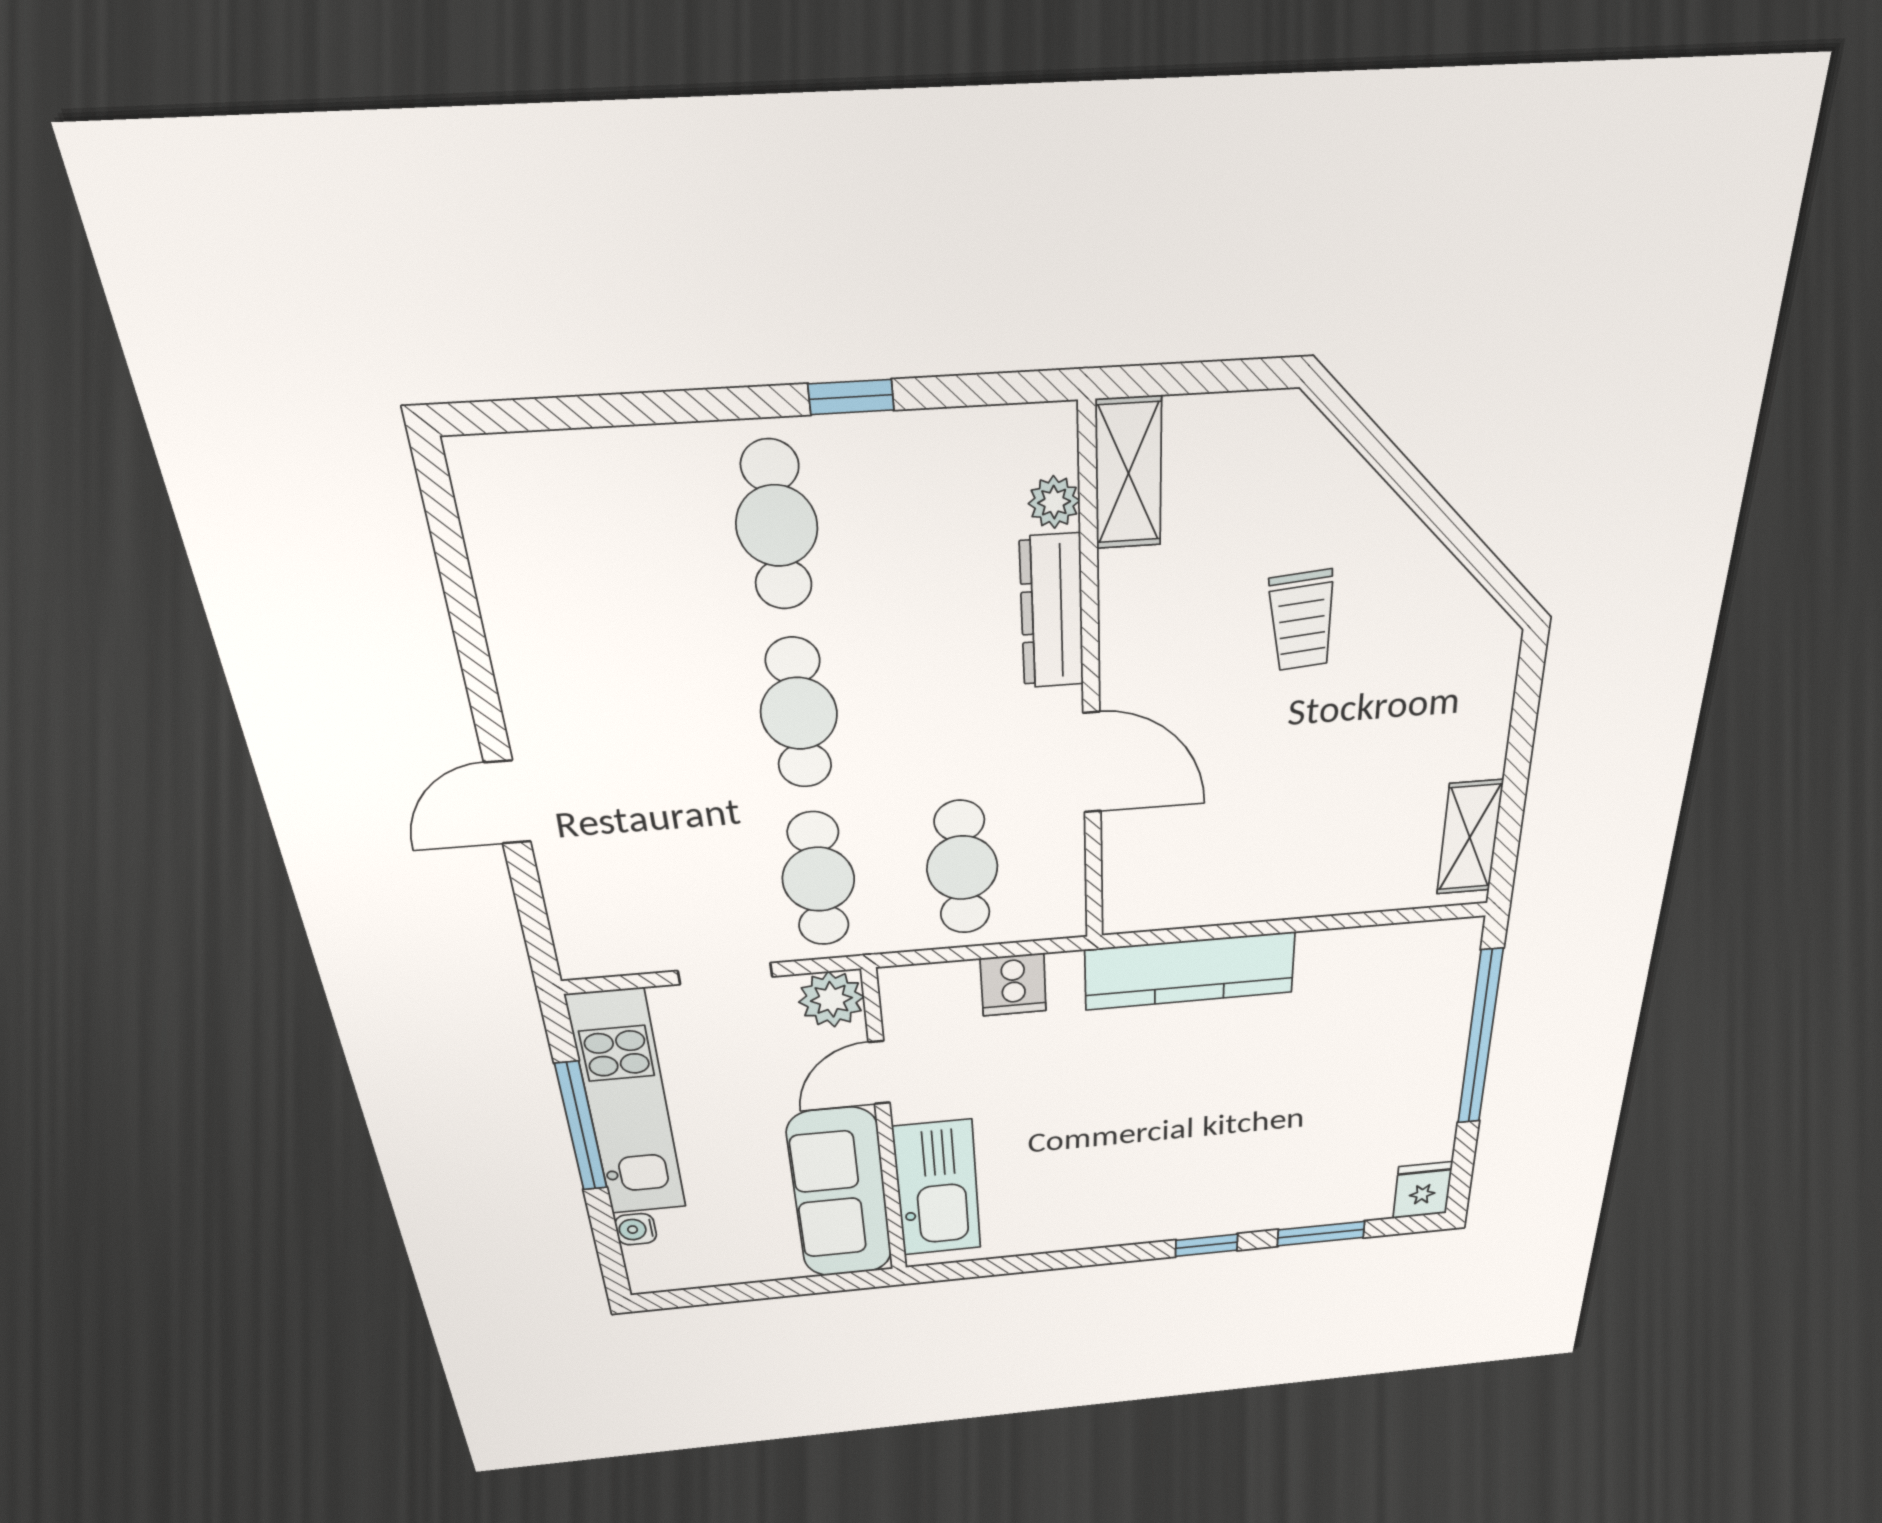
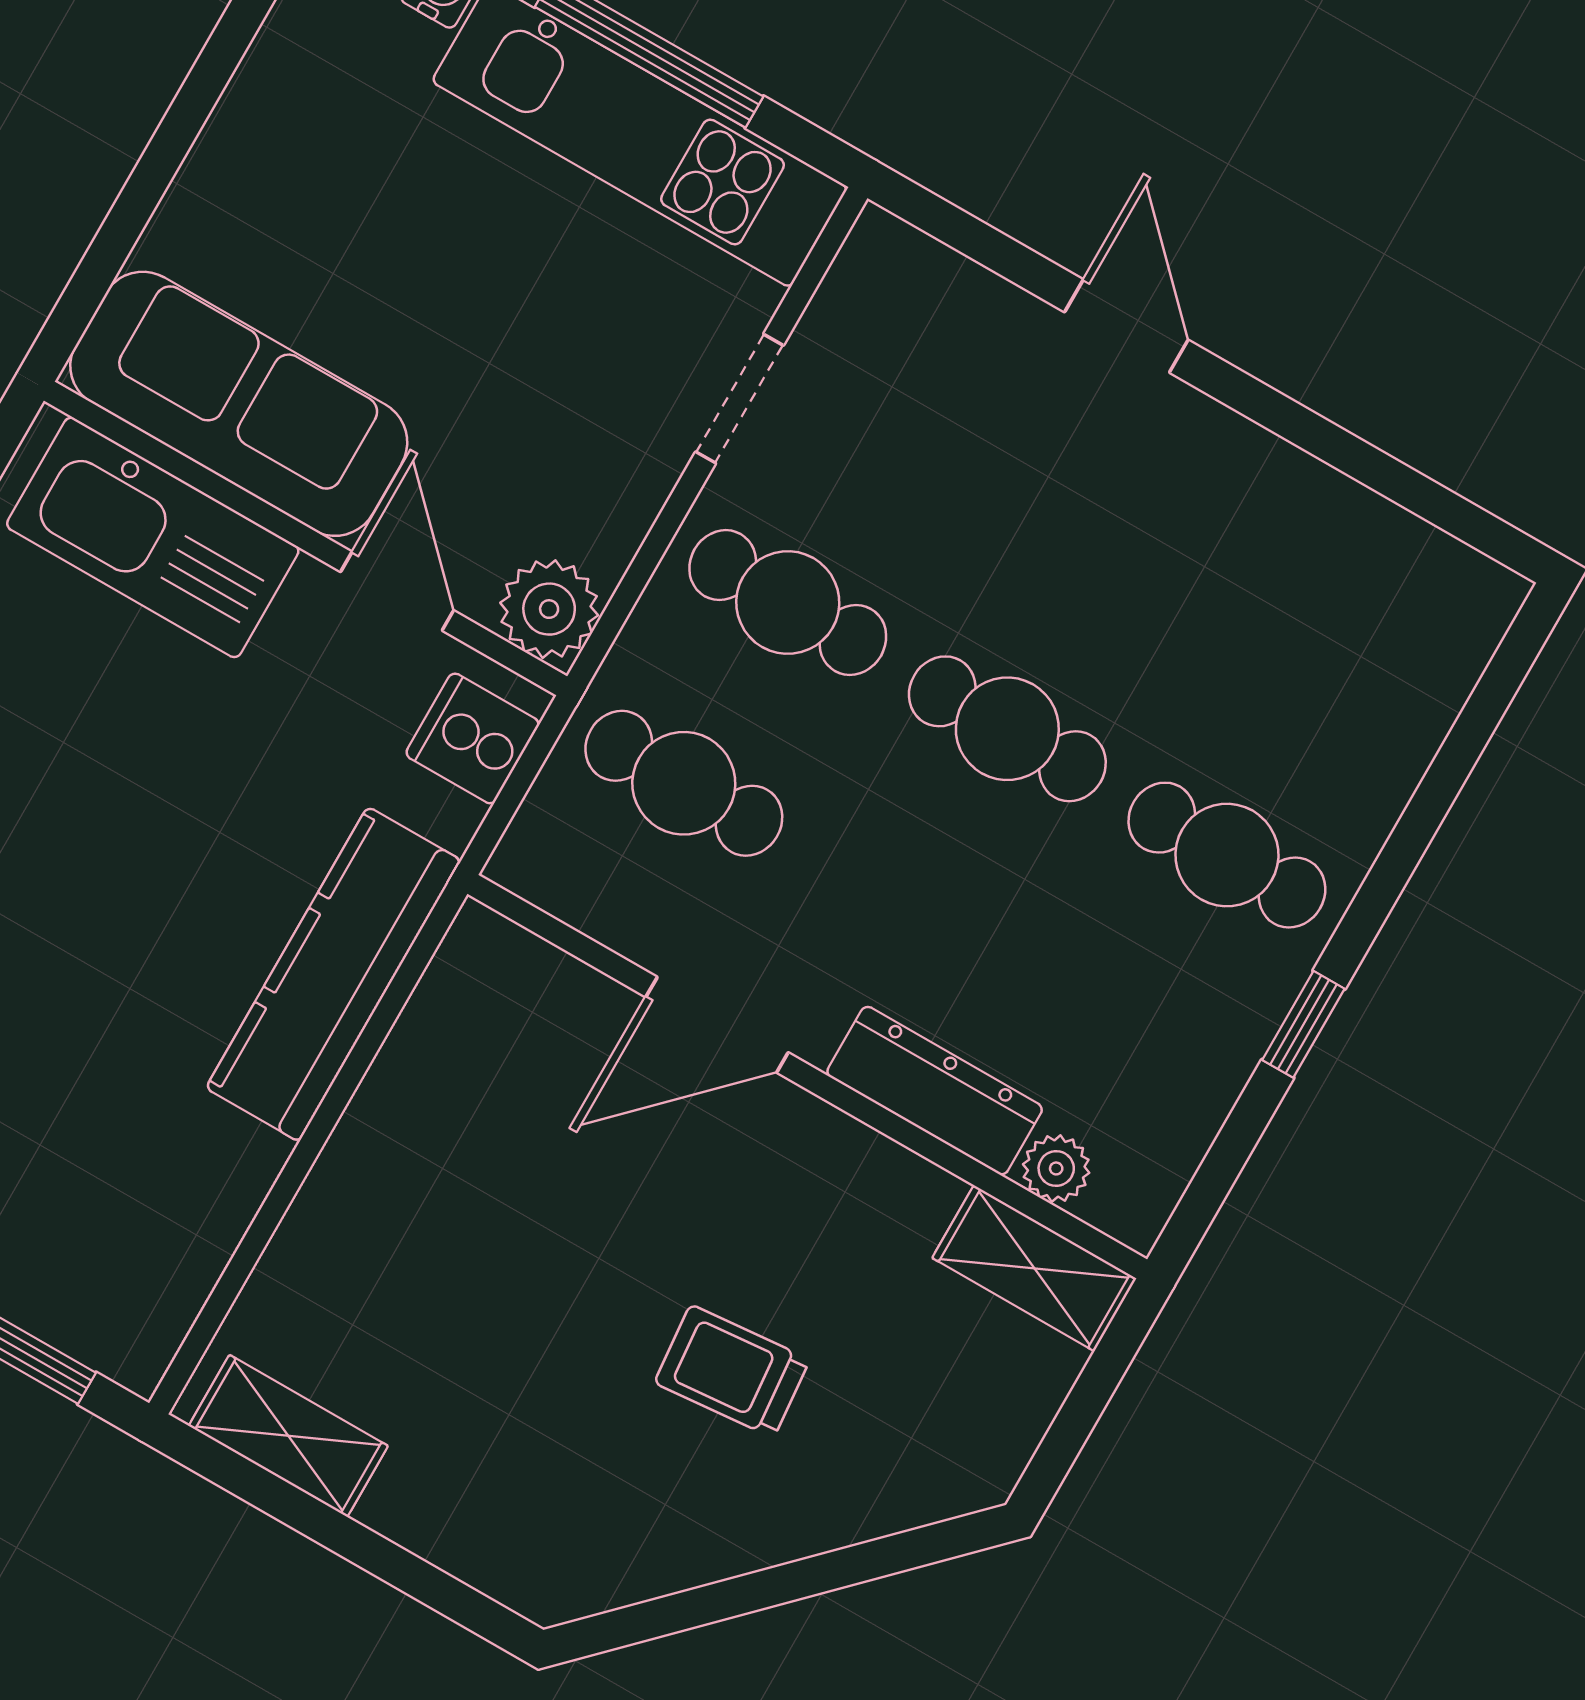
plant: (831, 999) -> (549, 609), moved
door: (879, 1073) -> (397, 591), moved
wall: (885, 1127) -> (306, 538), moved
kitchen sink: (937, 1188) -> (153, 537), moved
sofa: (840, 1194) -> (239, 404), moved

